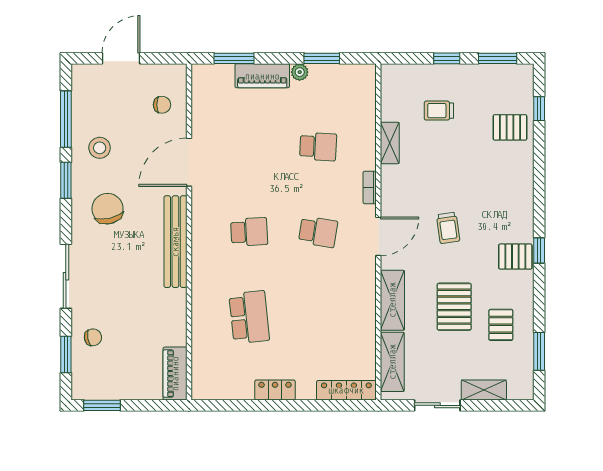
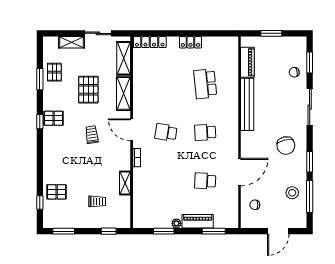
window: (447, 58) -> (109, 231), moved
school desk: (318, 147) -> (205, 181), moved
stool: (100, 148) -> (292, 193), moved
door: (378, 236) -> (132, 130), hinge flipped
bench: (175, 242) -> (247, 104), moved
pallet: (501, 325) -> (54, 72), moved
window: (539, 351) -> (40, 79), moved
piano: (175, 374) -> (247, 62), moved
window: (102, 405) -> (271, 33), moved

